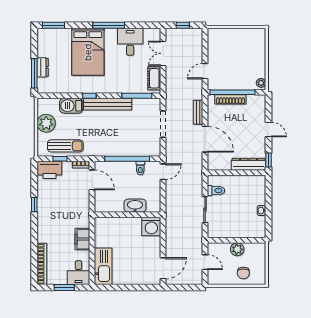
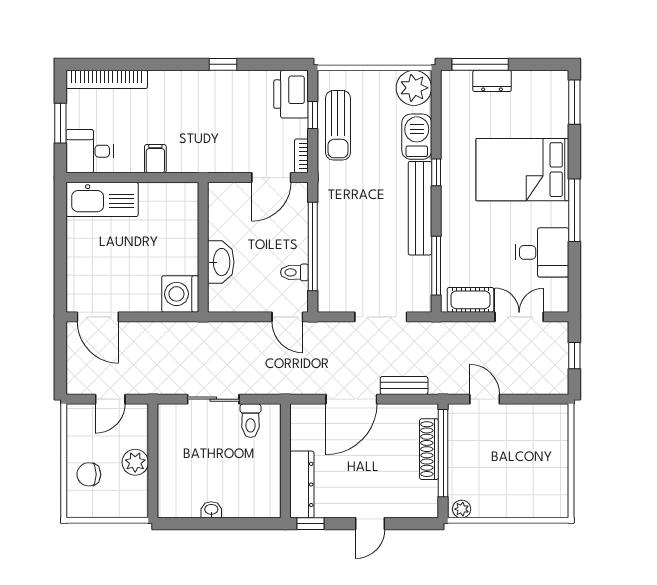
plant: (46, 123) -> (414, 88), moved
filing cabinet: (82, 239) -> (155, 159), width x0.50

